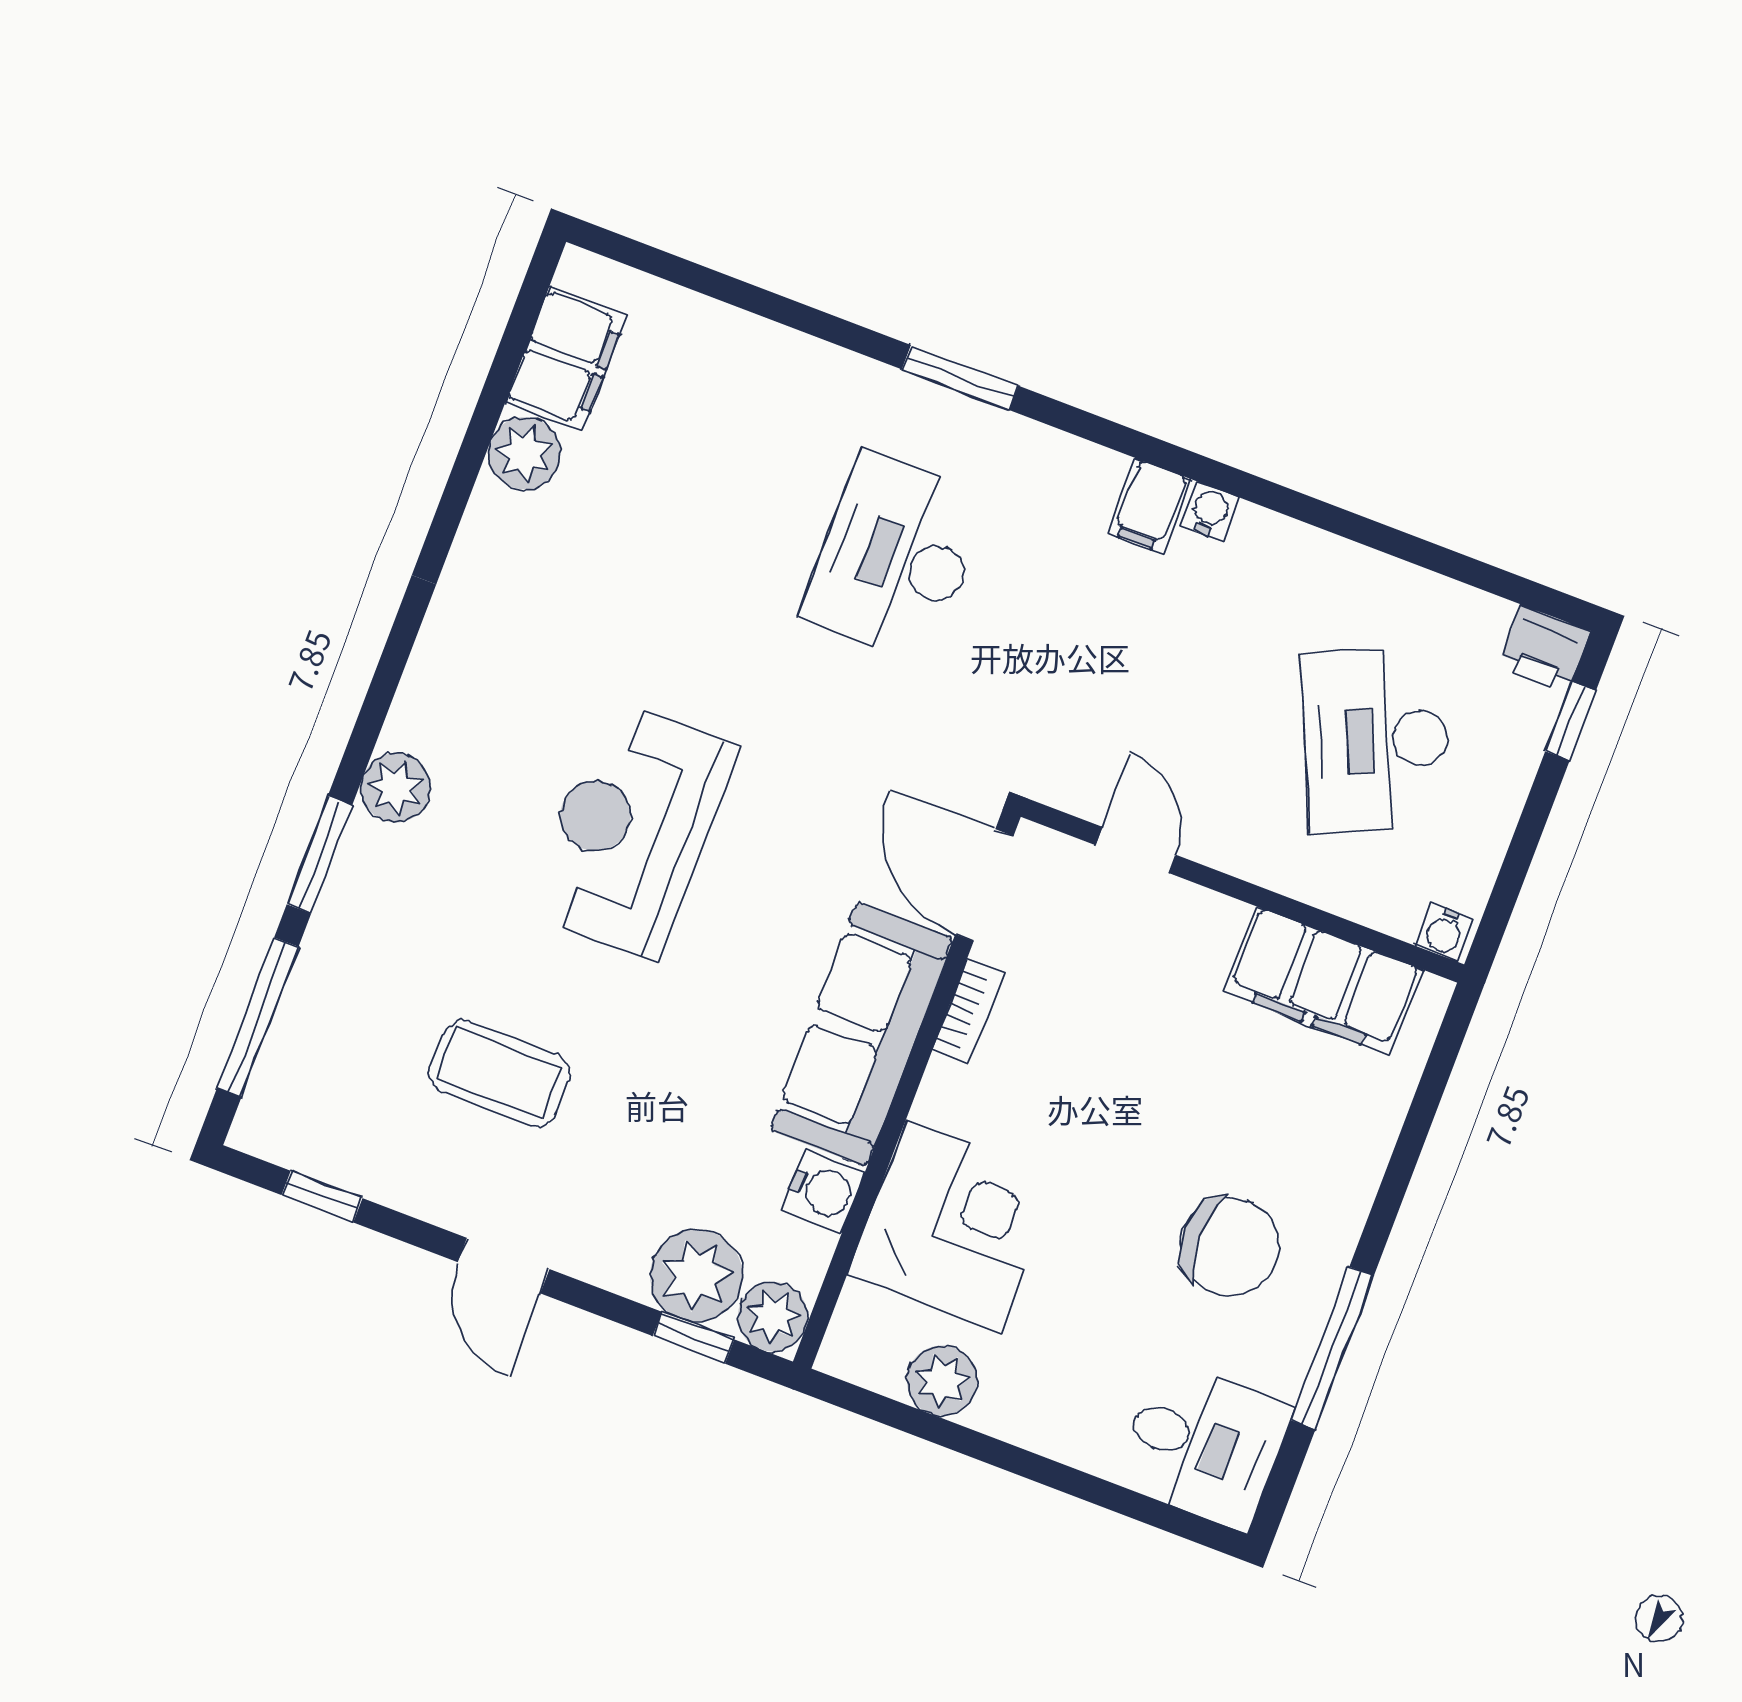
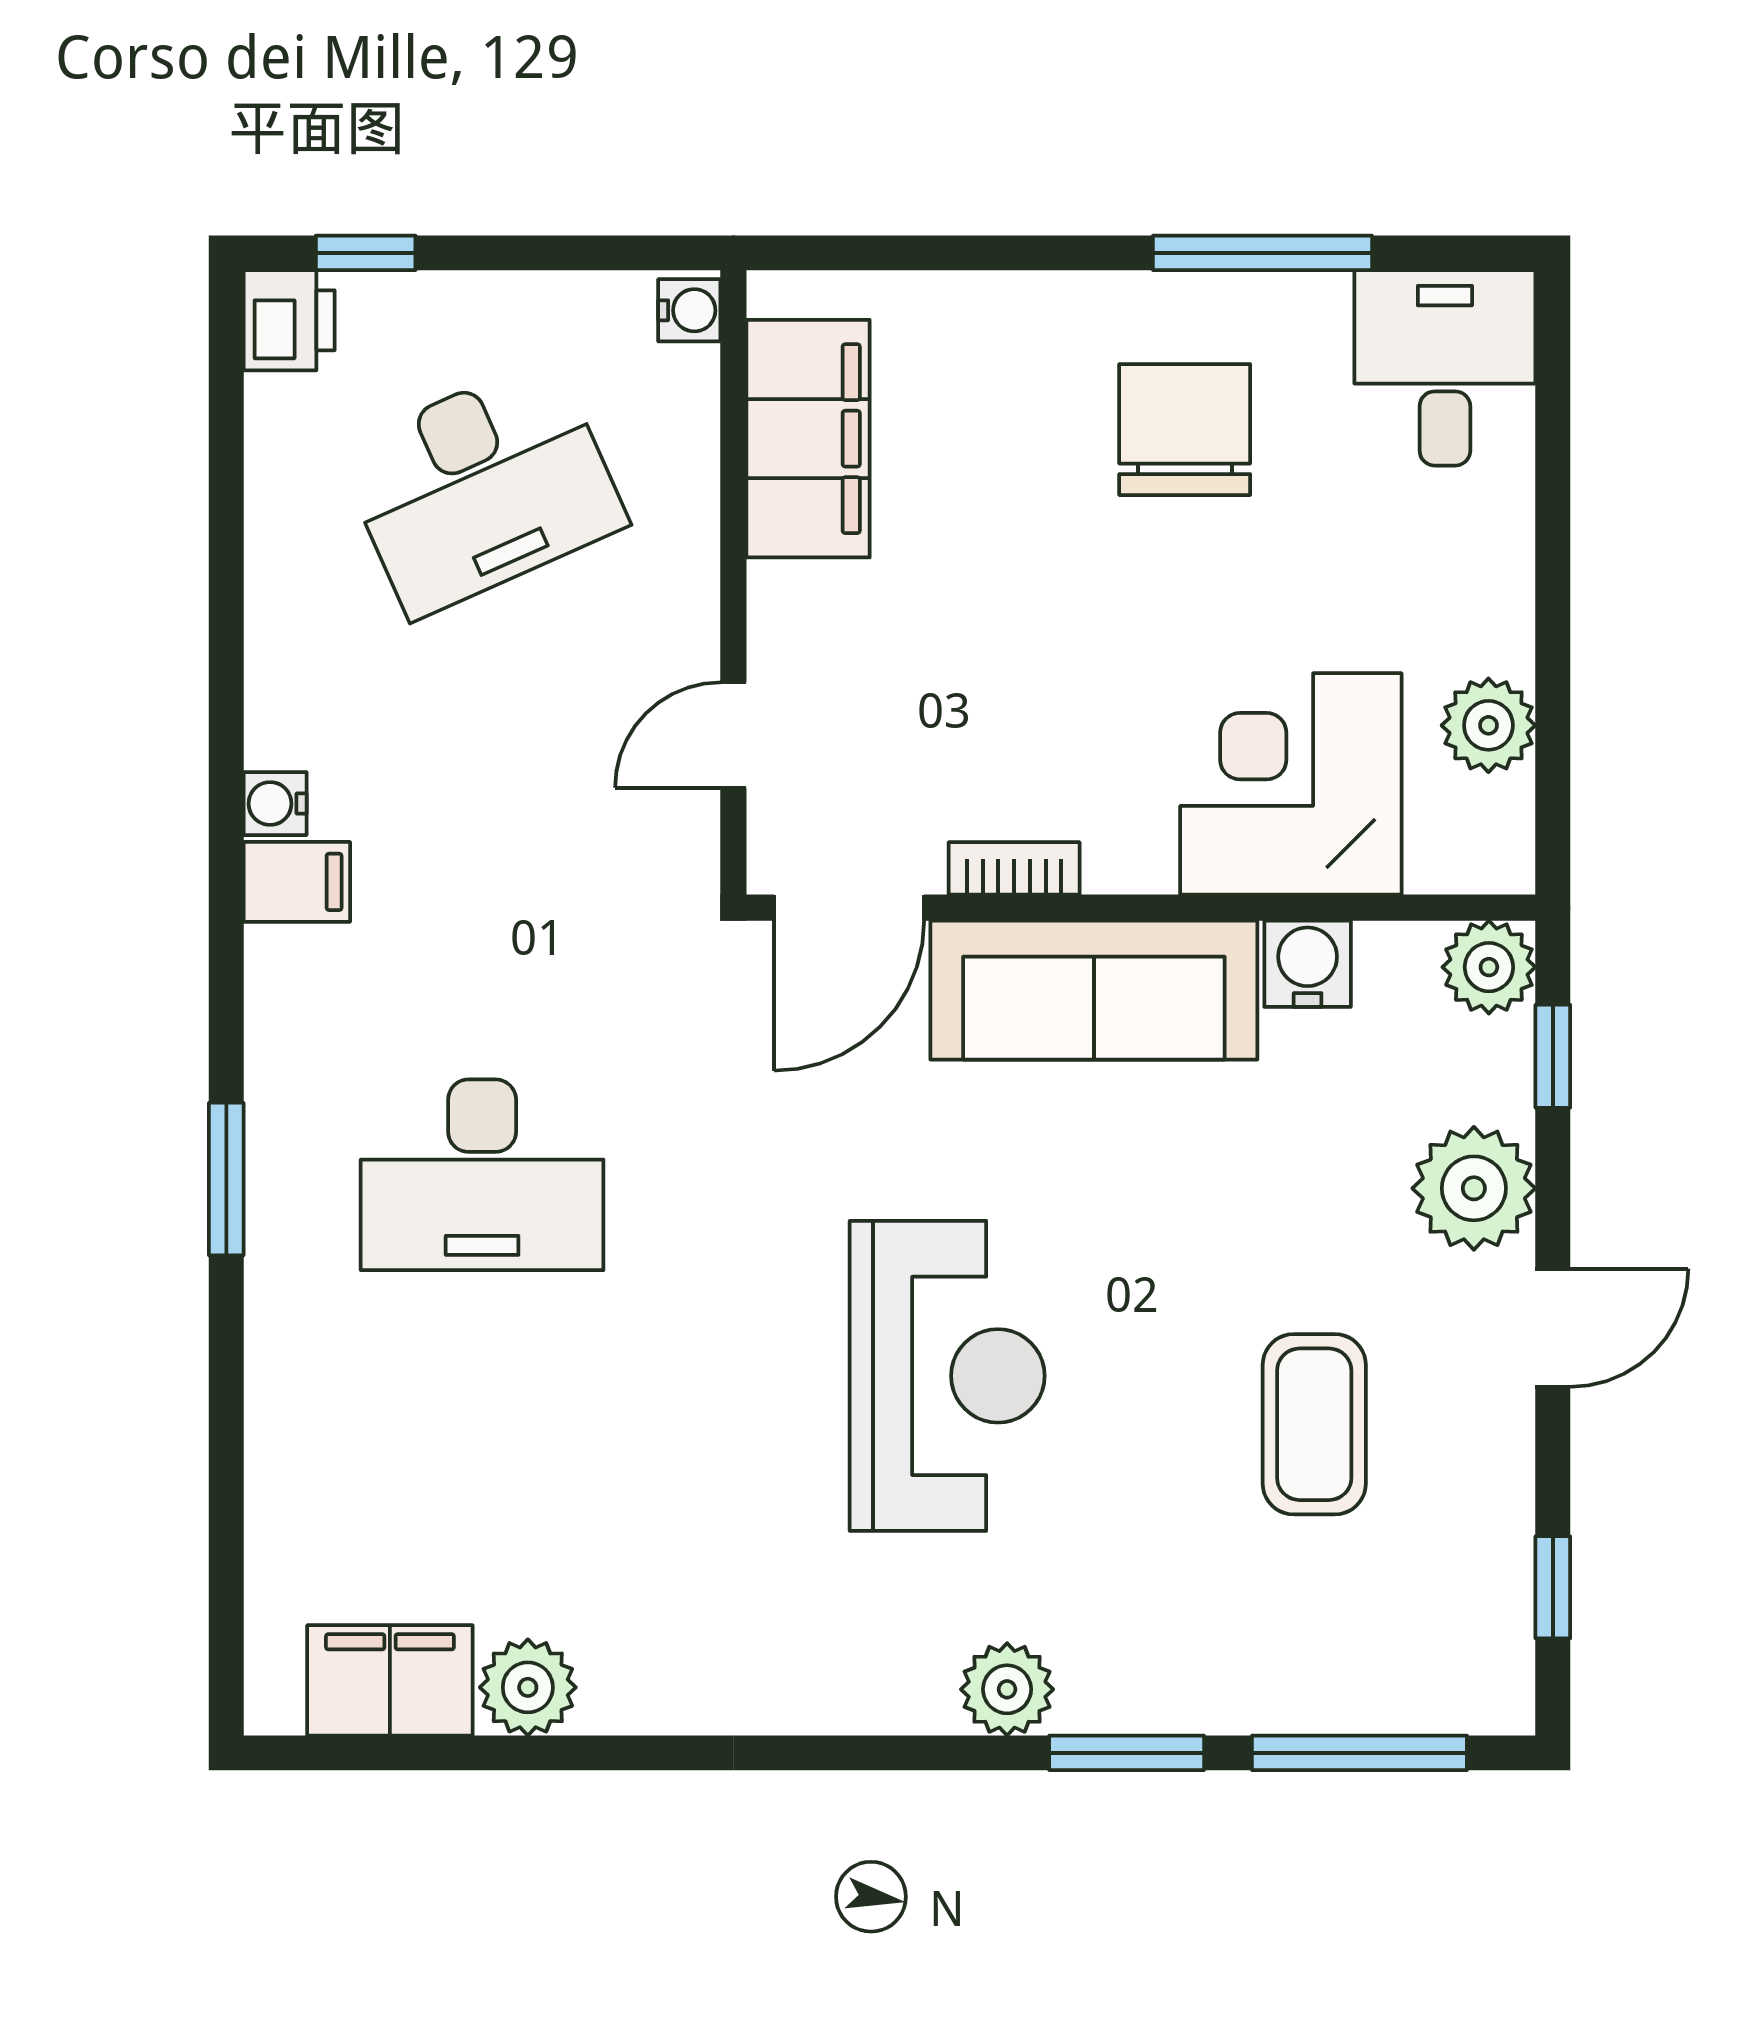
reception desk: (631, 829) -> (947, 1376), turned -90
plant: (696, 1276) -> (1474, 1188), moved

